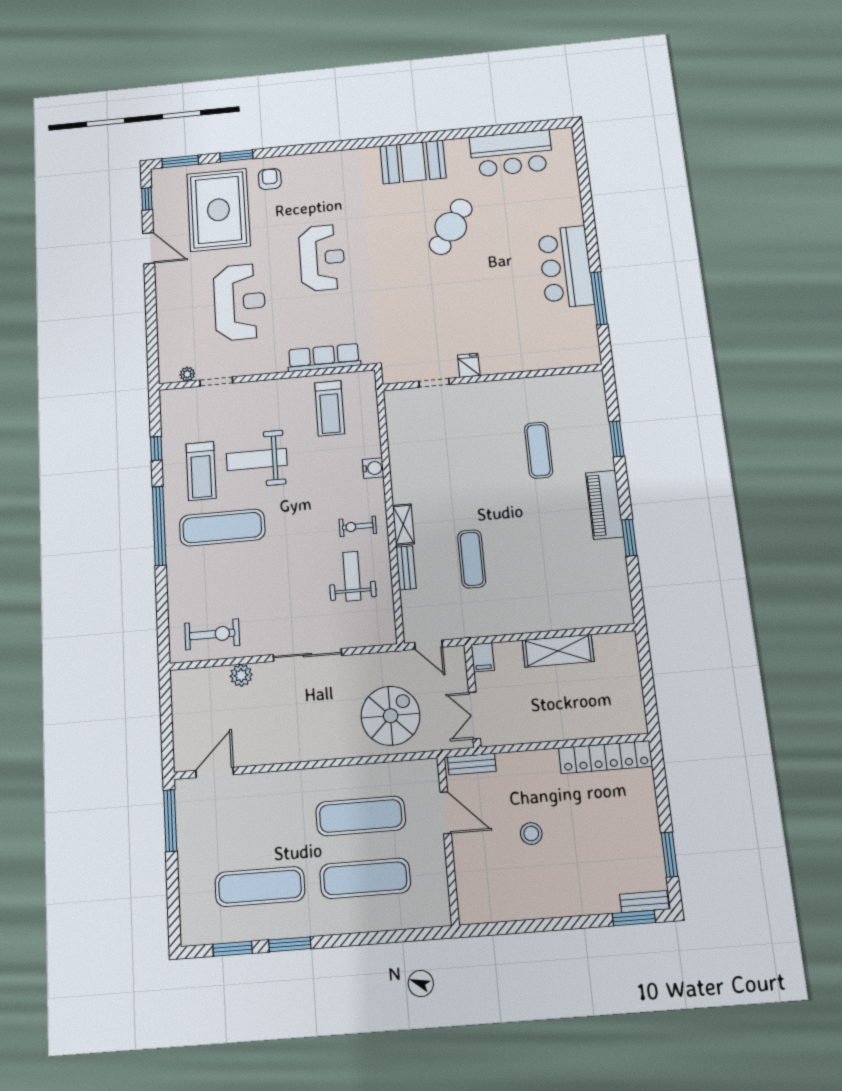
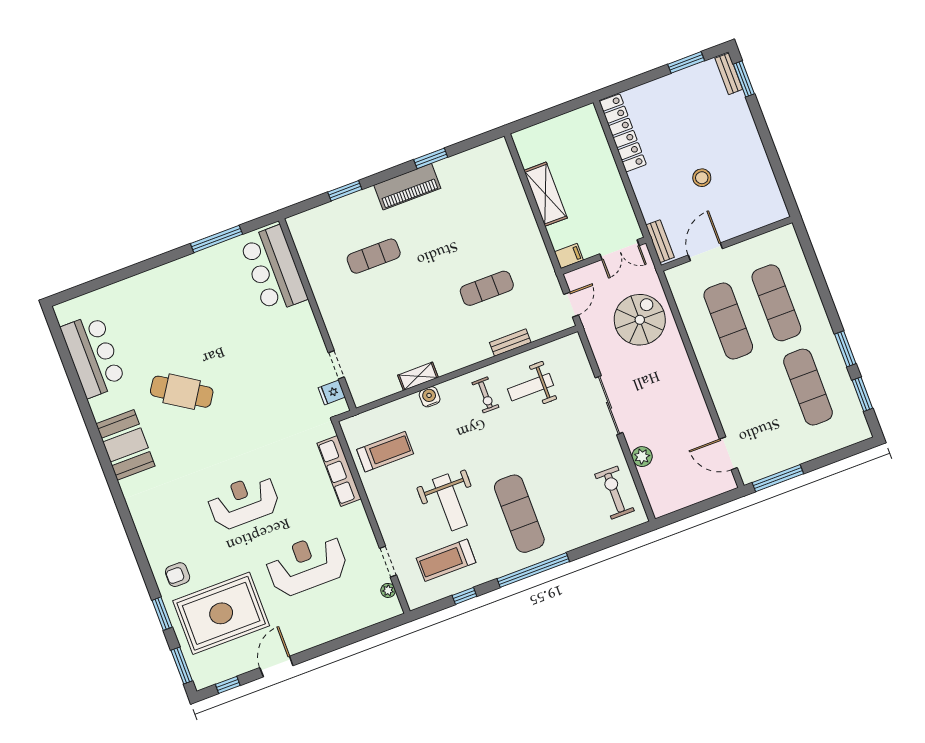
bar counter: (566, 267) -> (274, 269), moved, turned 90
fridge: (469, 365) -> (332, 392), moved
treadmill: (201, 471) -> (446, 560), moved, turned 180
shelving: (403, 525) -> (418, 376), moved
spiral stairs: (391, 716) -> (640, 320), turned 90

